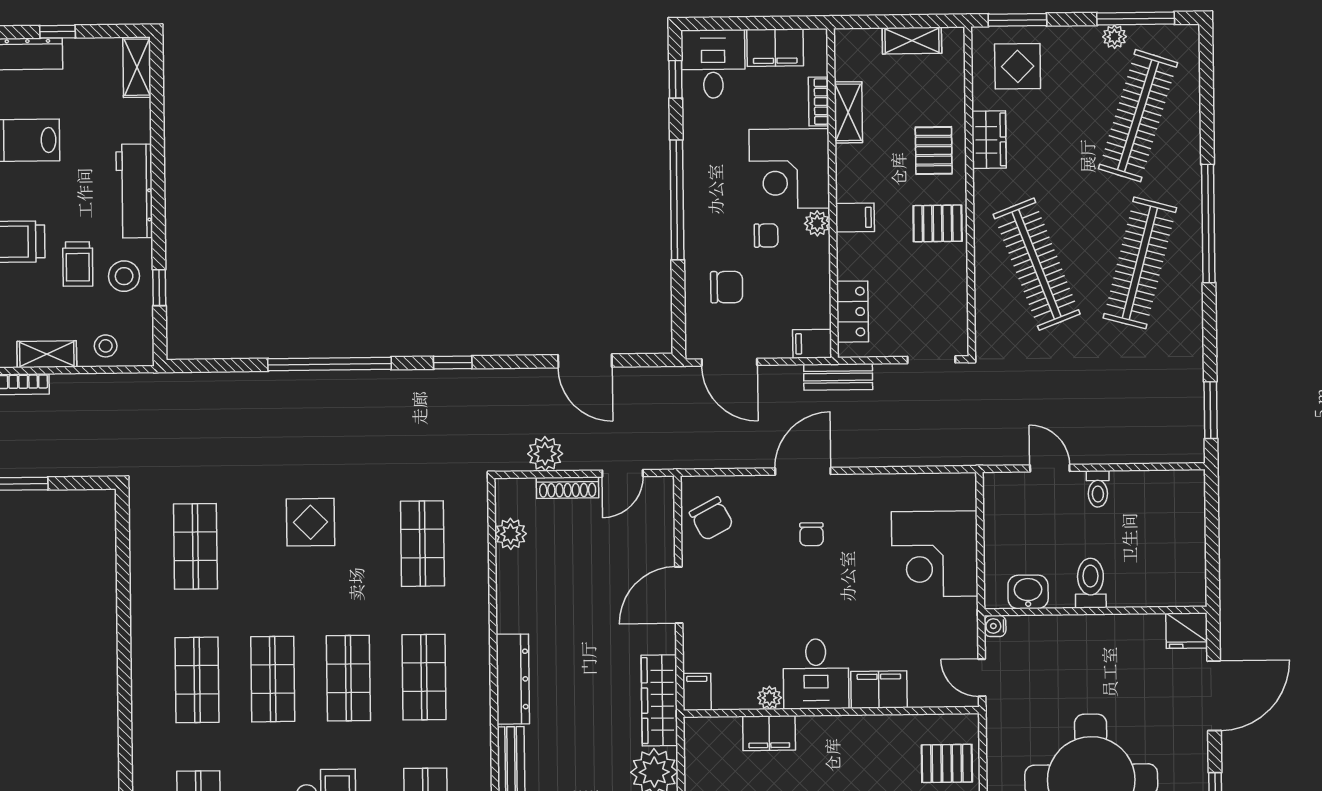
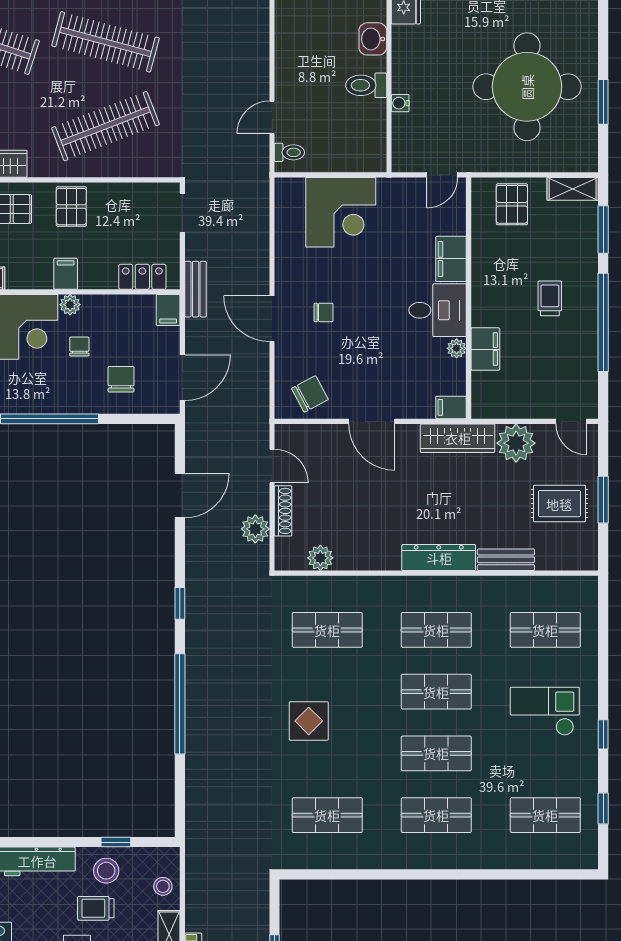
trolley: (78, 264) -> (96, 908), turned 180
toilet: (1098, 489) -> (289, 152), moved
washbasin: (1028, 592) -> (373, 39), moved
water cooler: (995, 626) -> (400, 103), moved, turned 90

